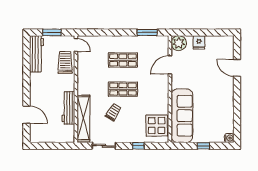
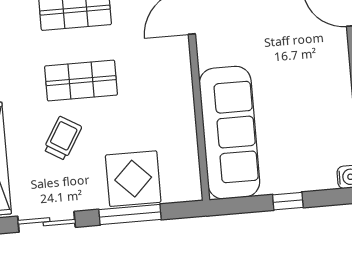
display table: (157, 126) -> (133, 179), moved
window: (138, 146) -> (130, 215), width x2.17

